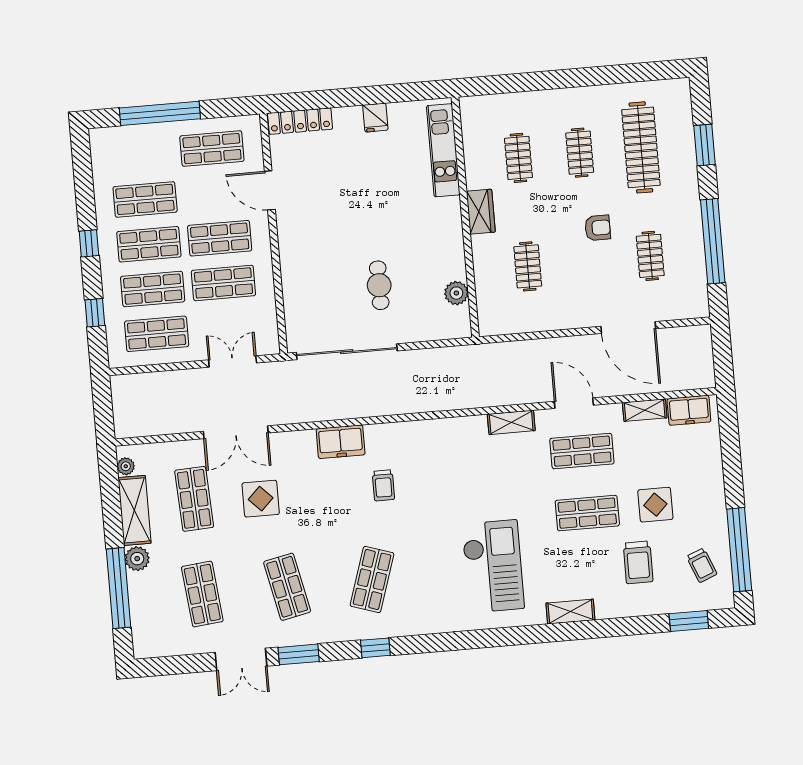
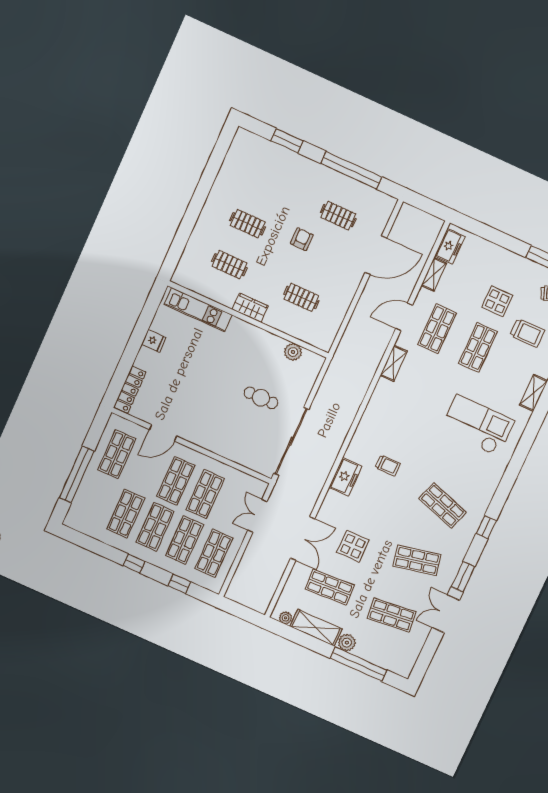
clothes rail: (641, 147) -> (266, 183), removed
double door: (241, 659) -> (446, 614), swing flipped

